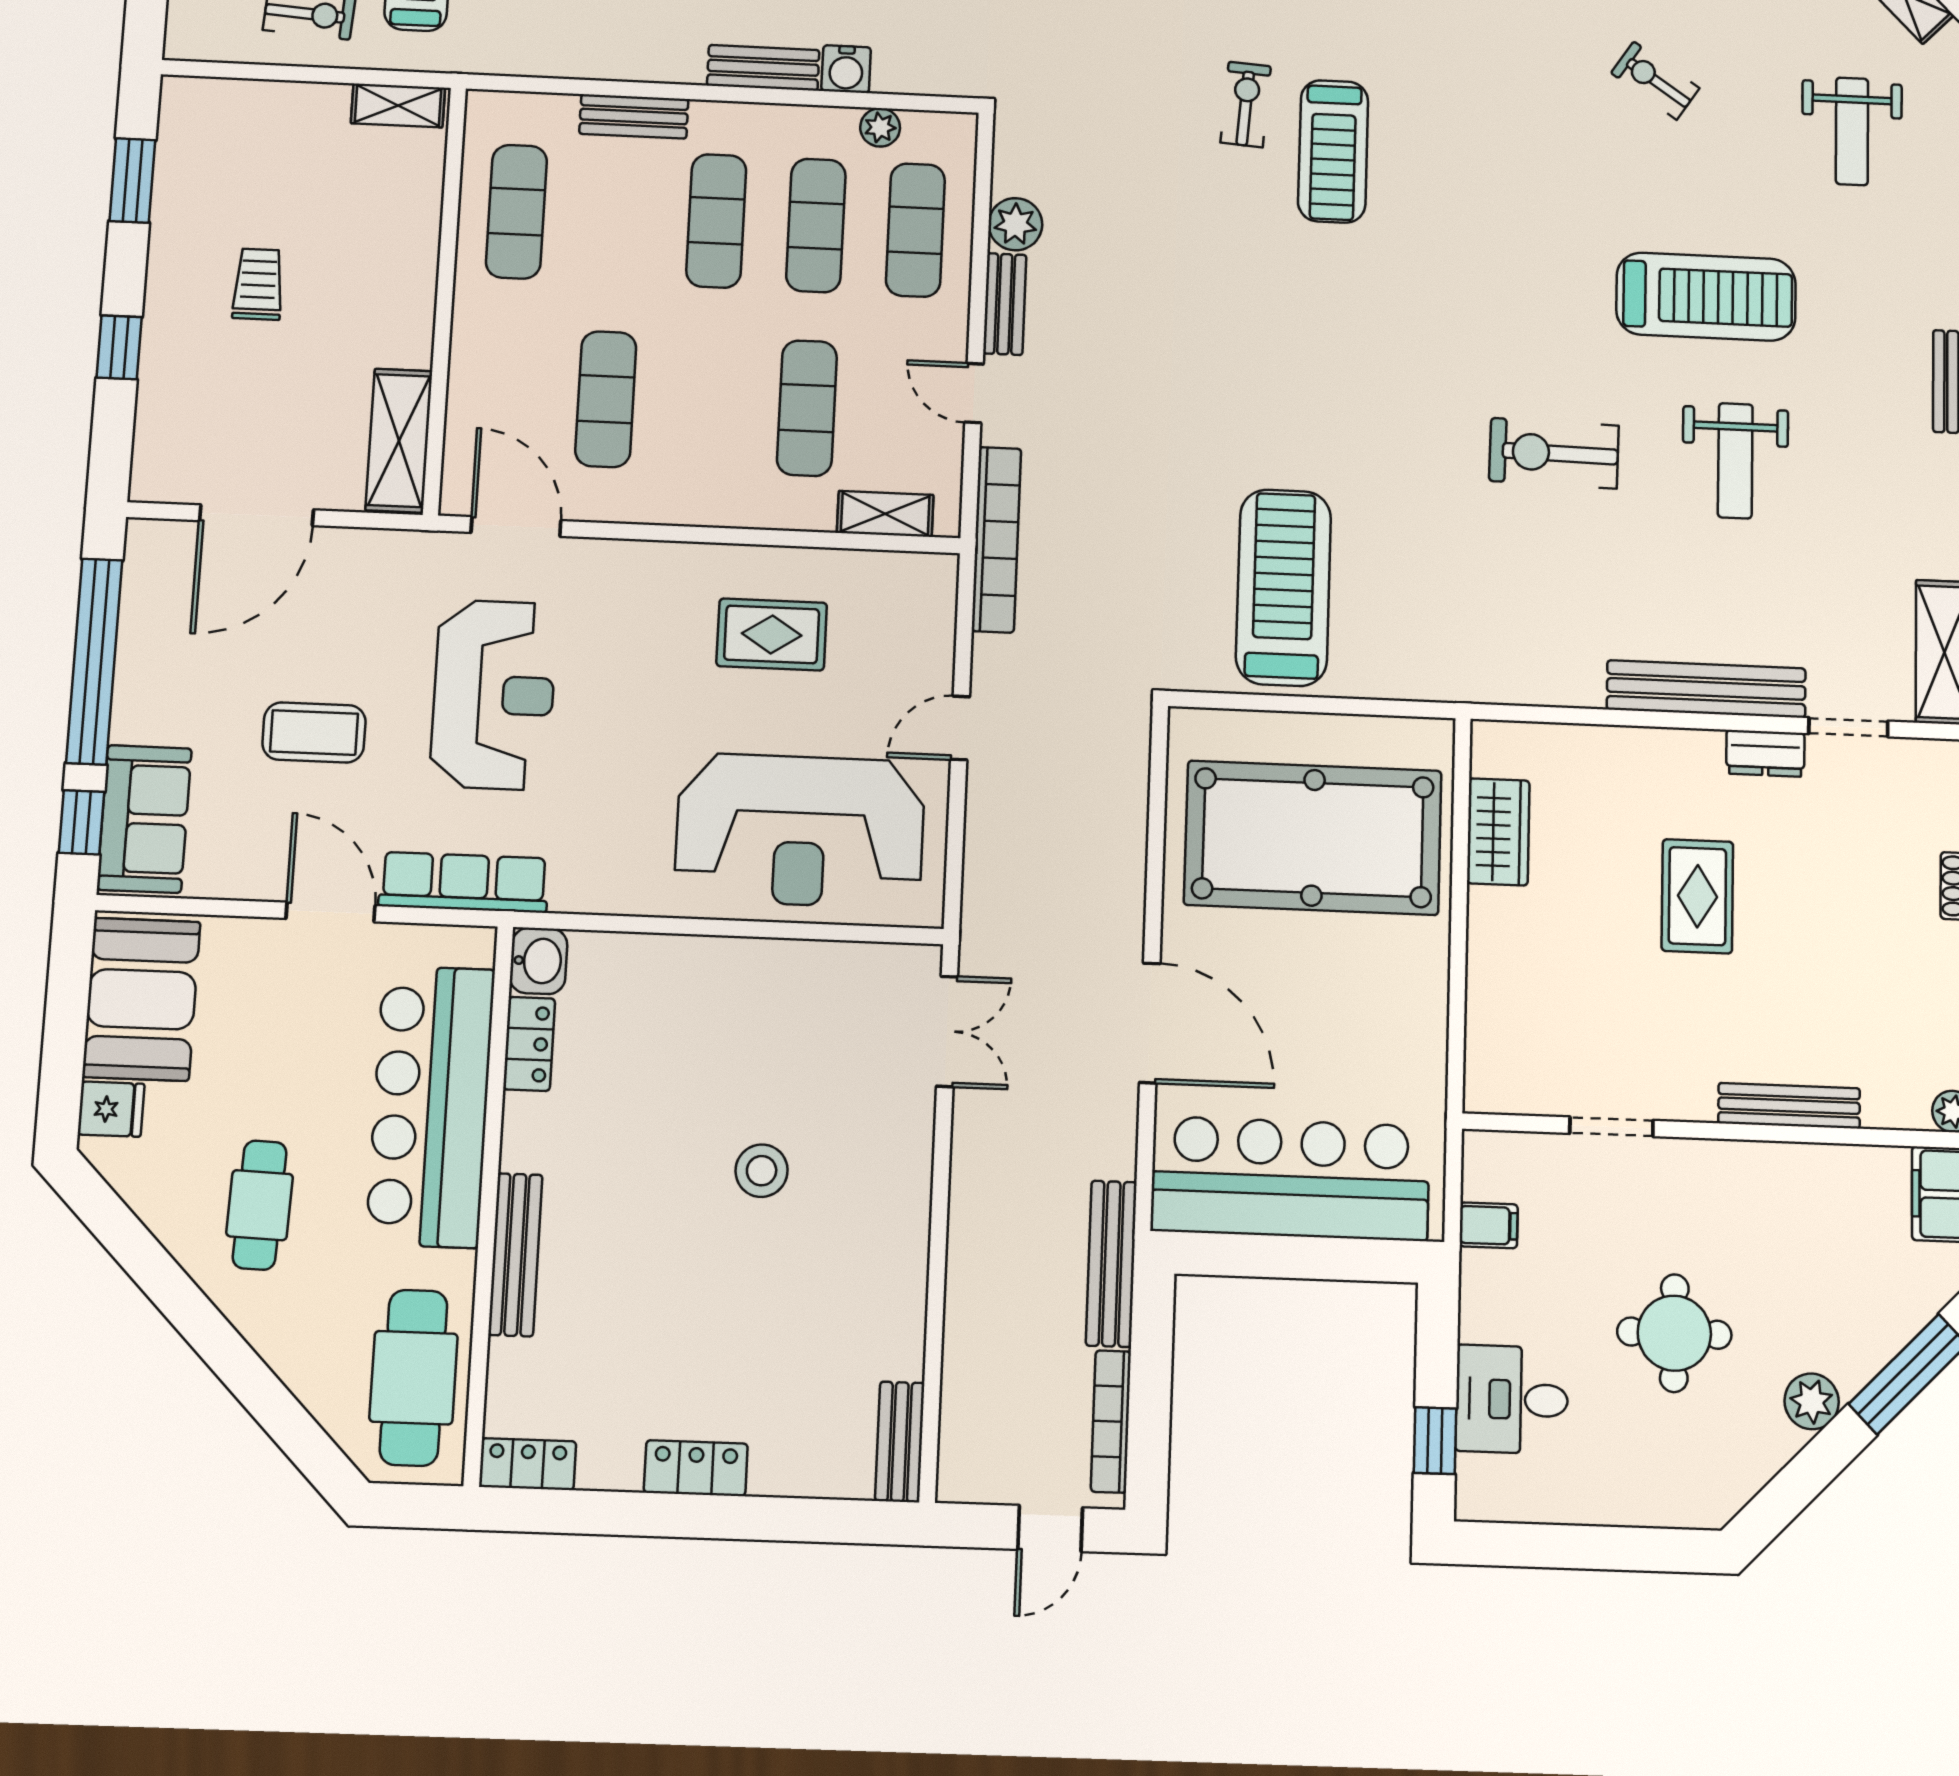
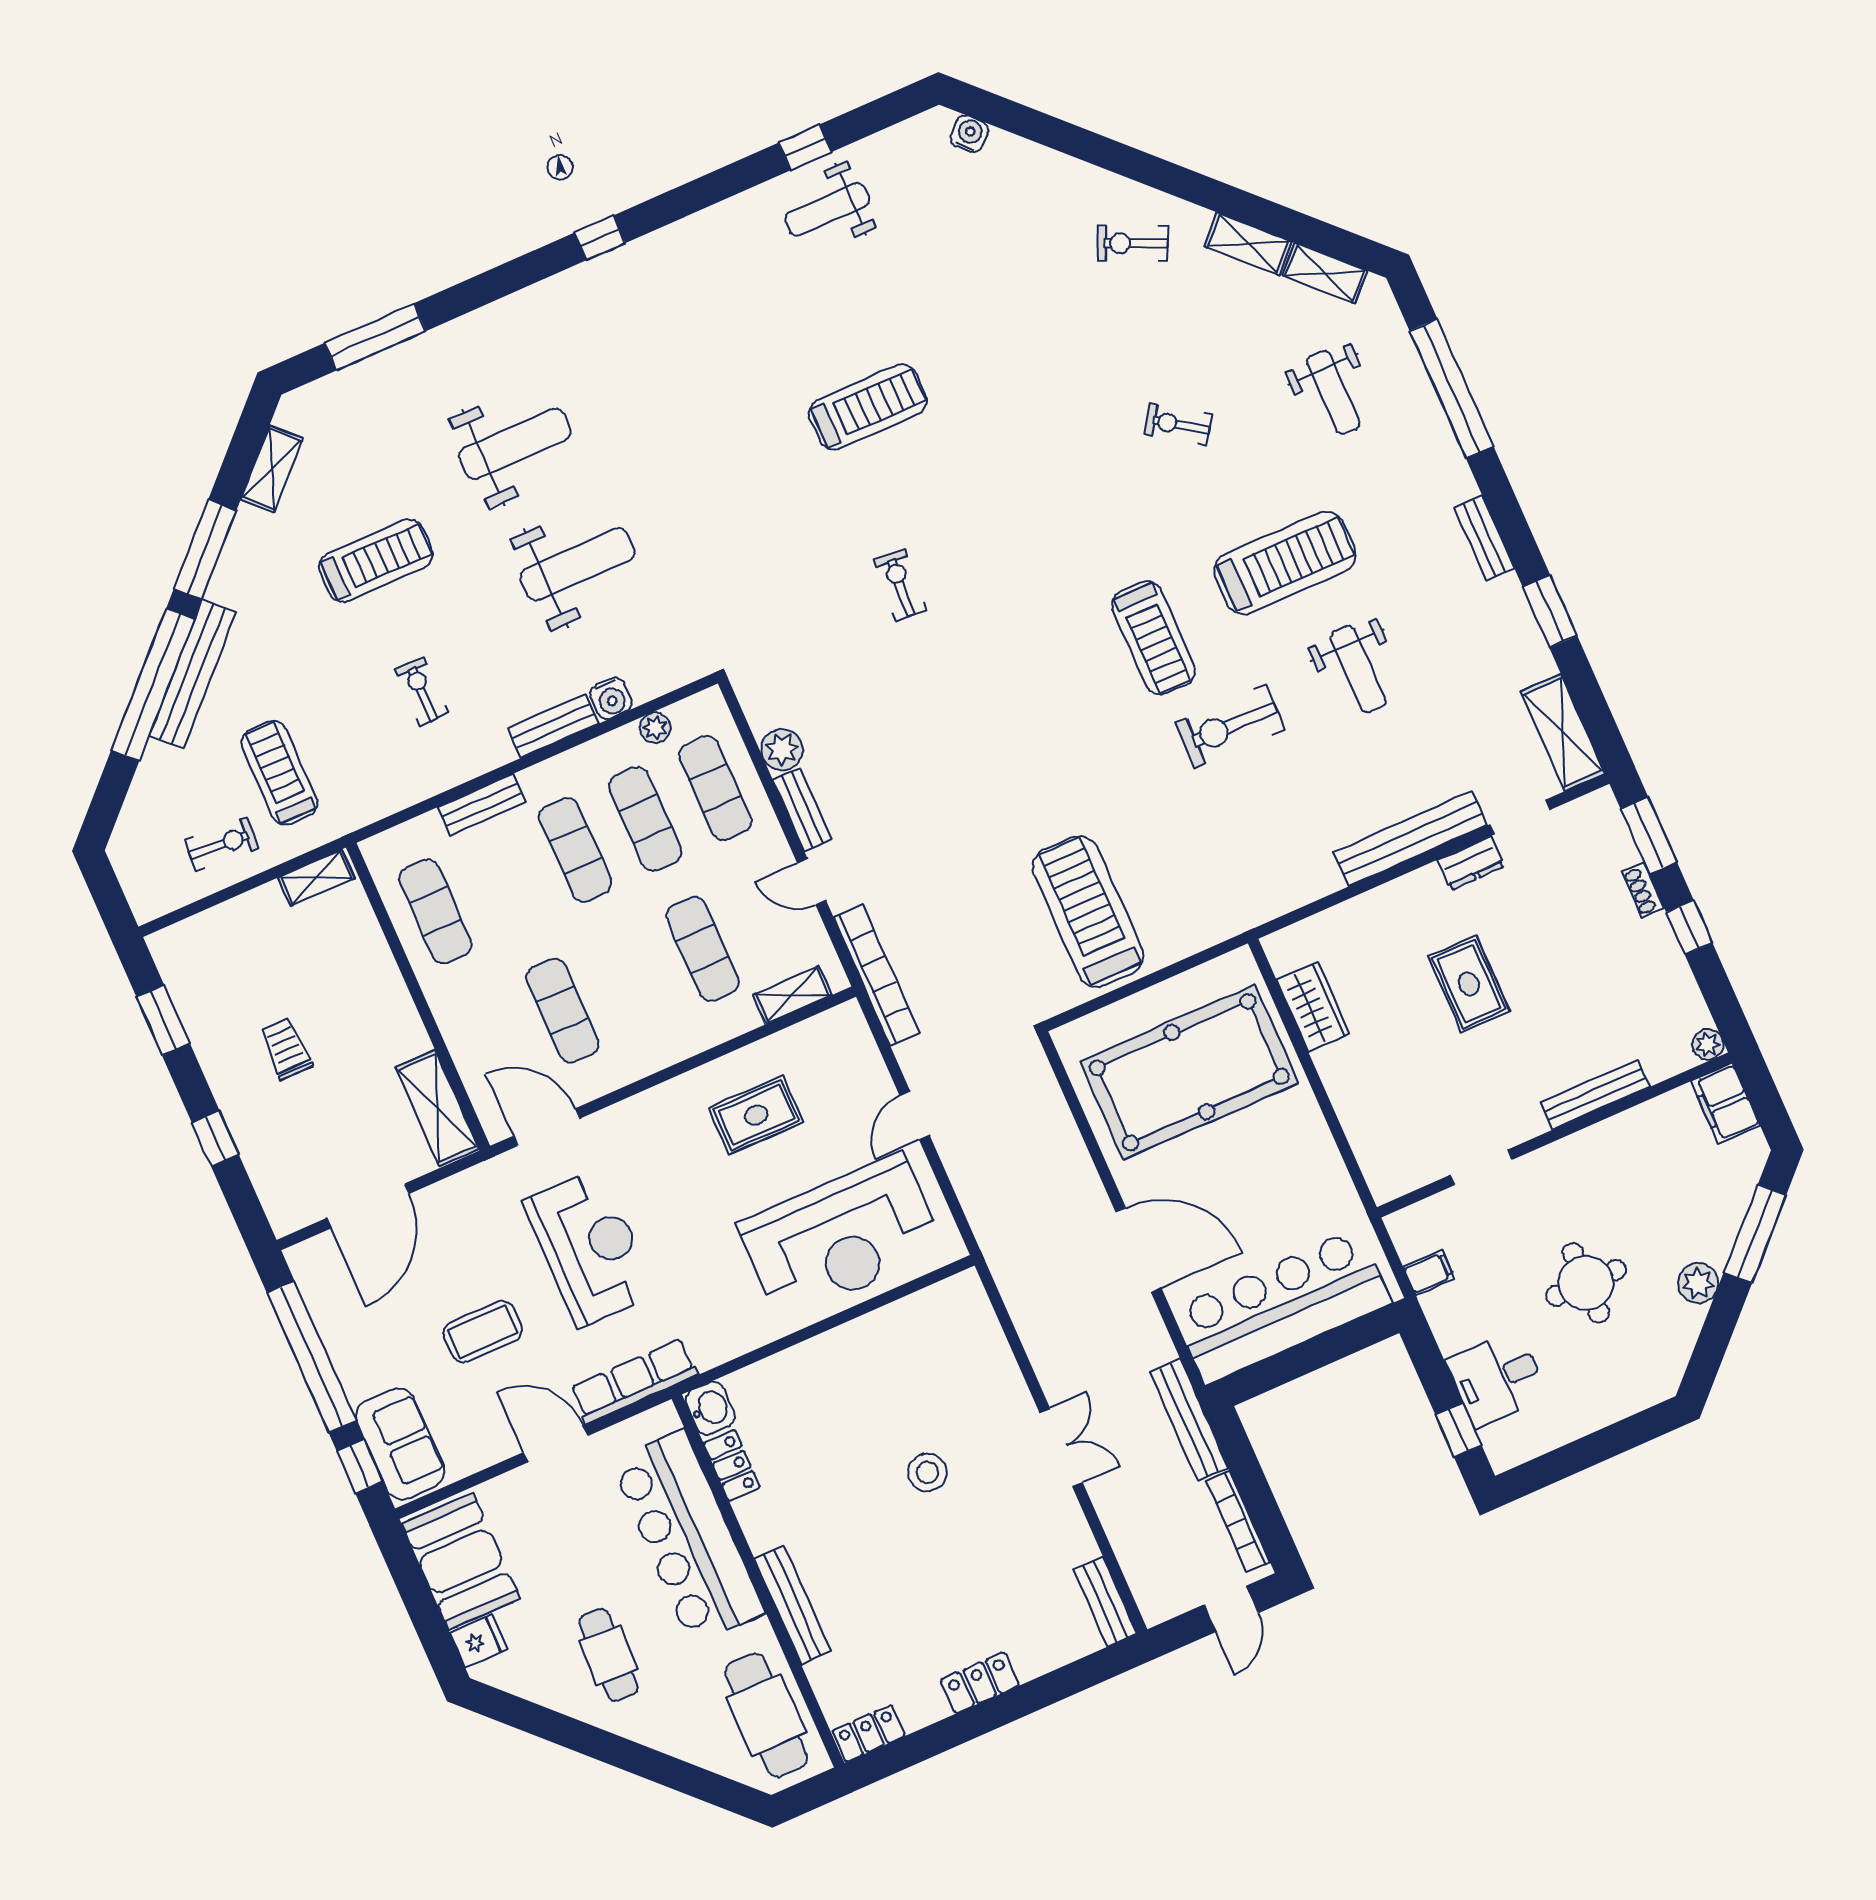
treadmill: (1333, 151) -> (1153, 638), moved
double door: (947, 1031) -> (1061, 1447), moved

